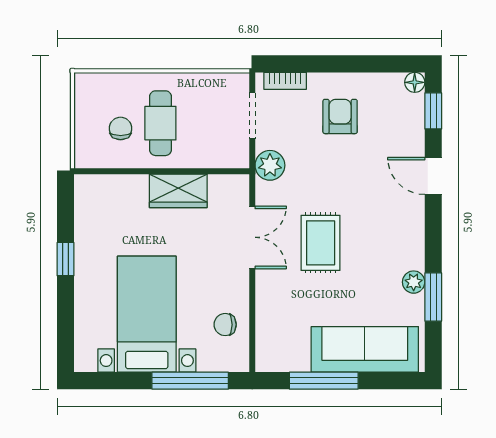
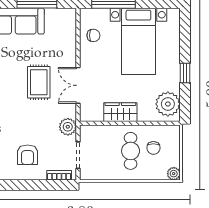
plant: (85, 84) -> (174, 174), added
plant: (95, 205) -> (168, 104), added

